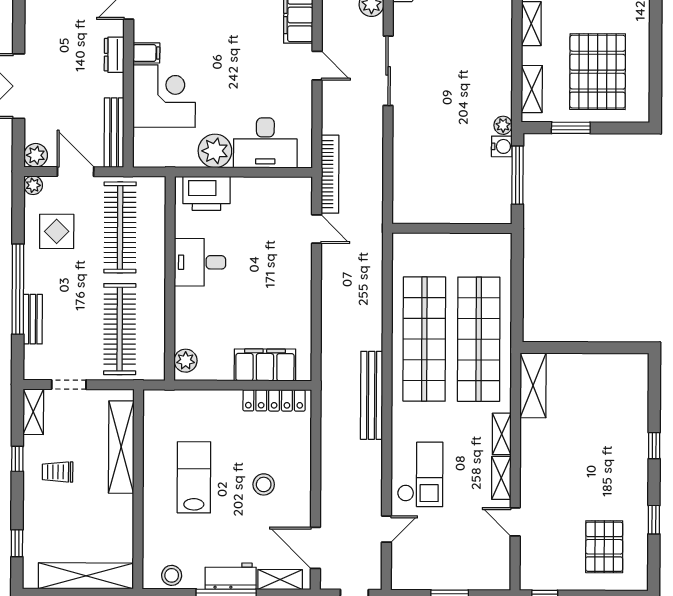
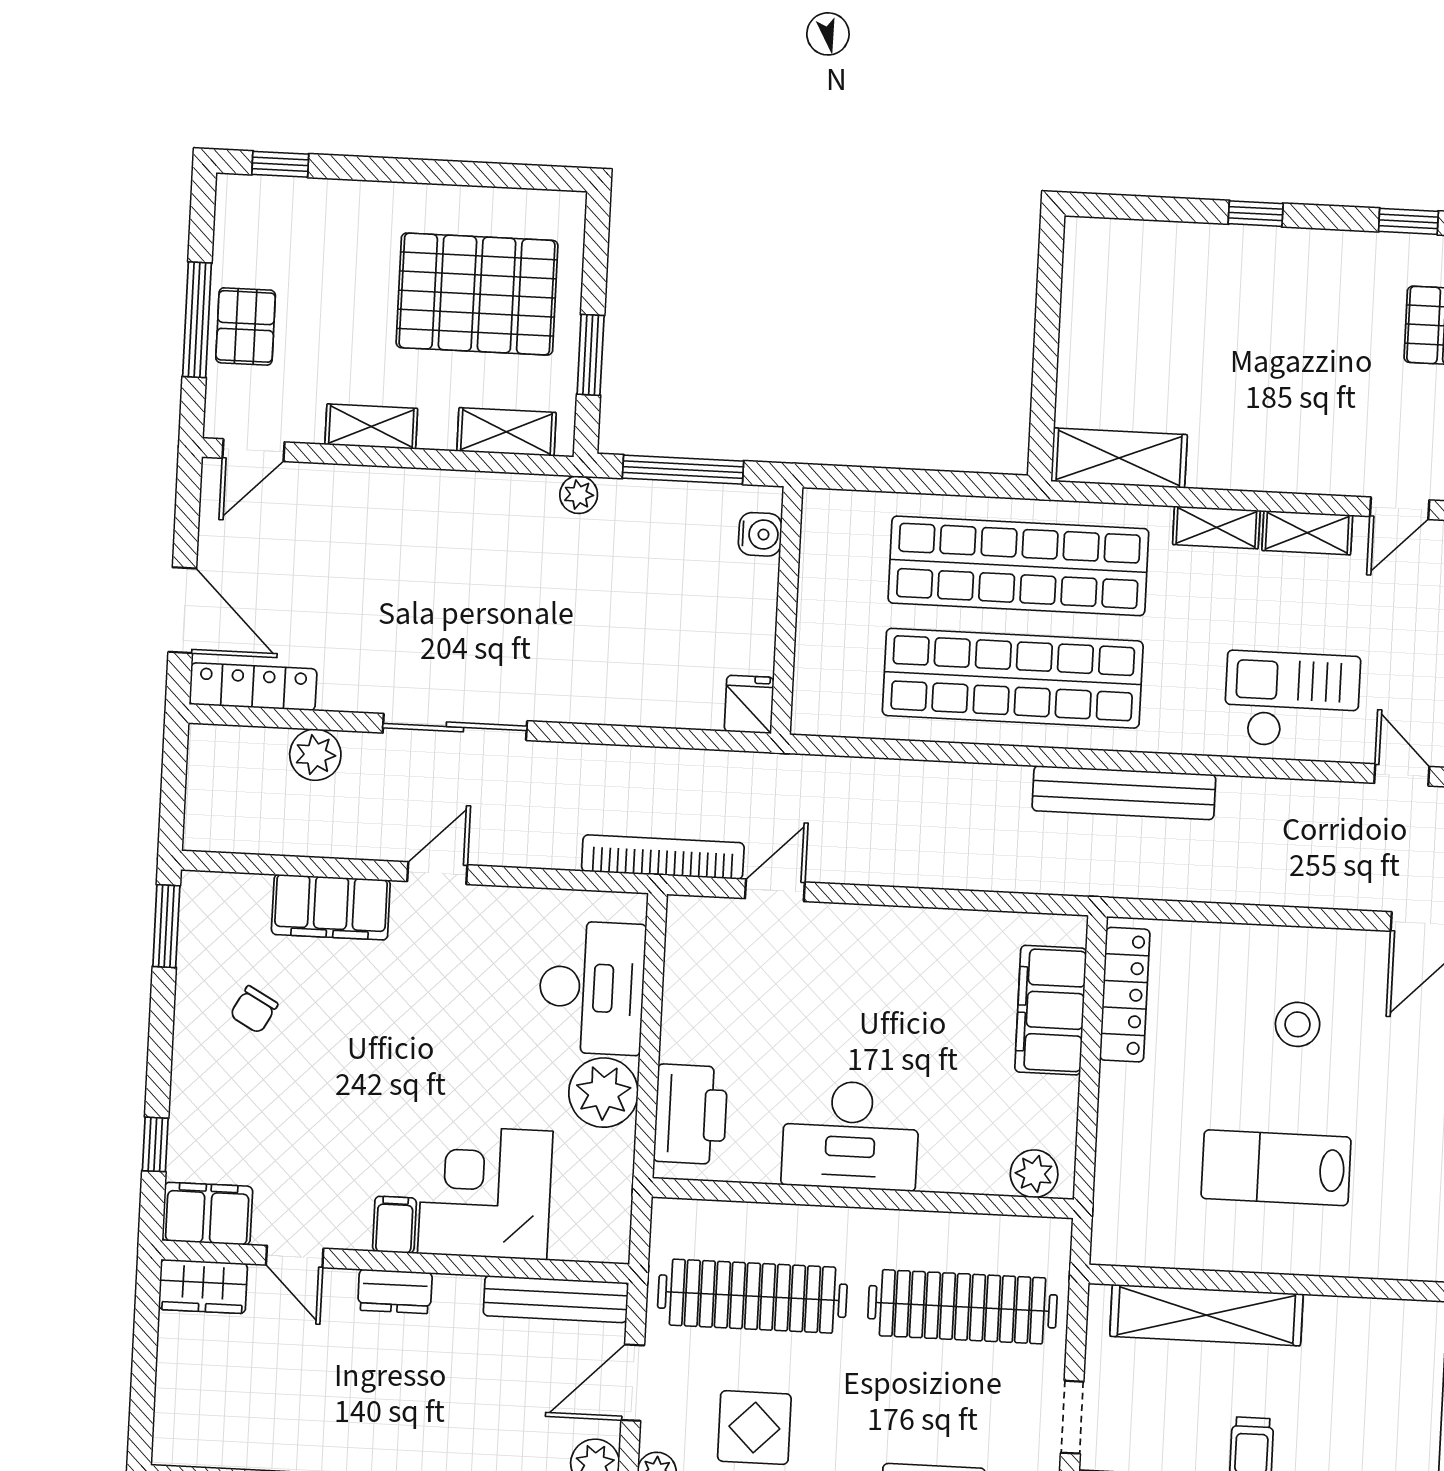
water cooler: (502, 146) -> (760, 534), moved, turned 90
fridge: (406, 212) -> (749, 704), added
desk: (200, 262) -> (851, 1135), width x1.37

